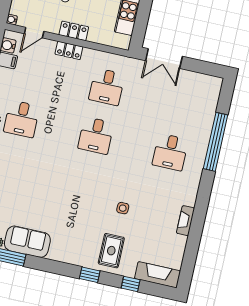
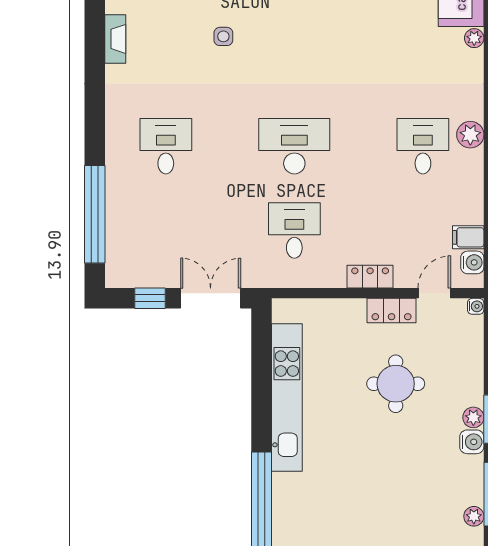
locker: (74, 31) -> (392, 311), moved
window: (199, 66) -> (150, 298), added
desk: (96, 136) -> (294, 146), width x1.37
window: (216, 142) -> (95, 214), moved

